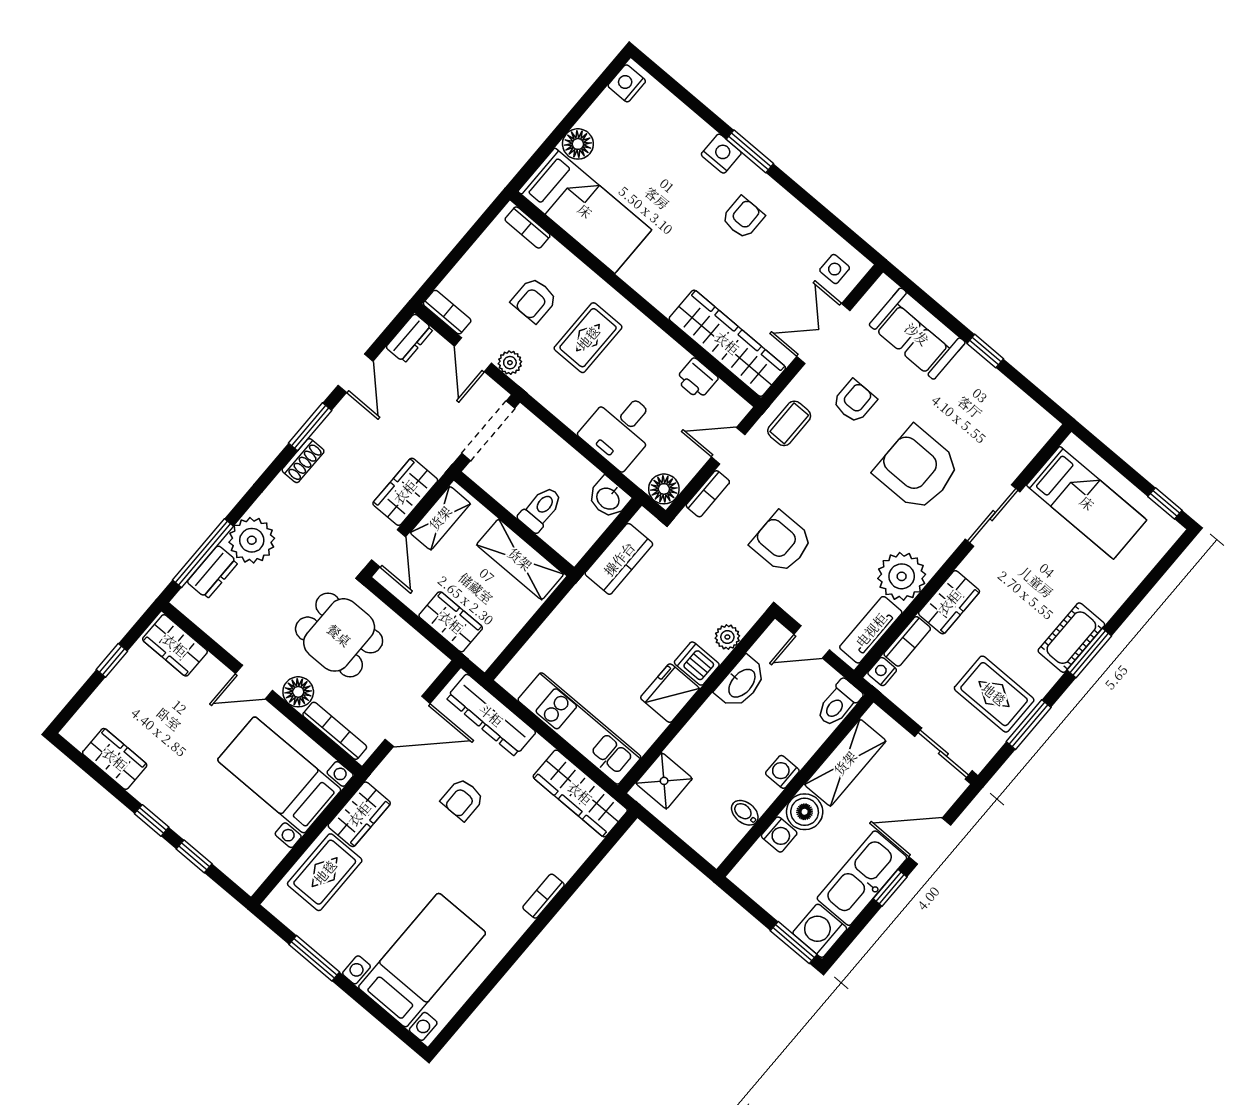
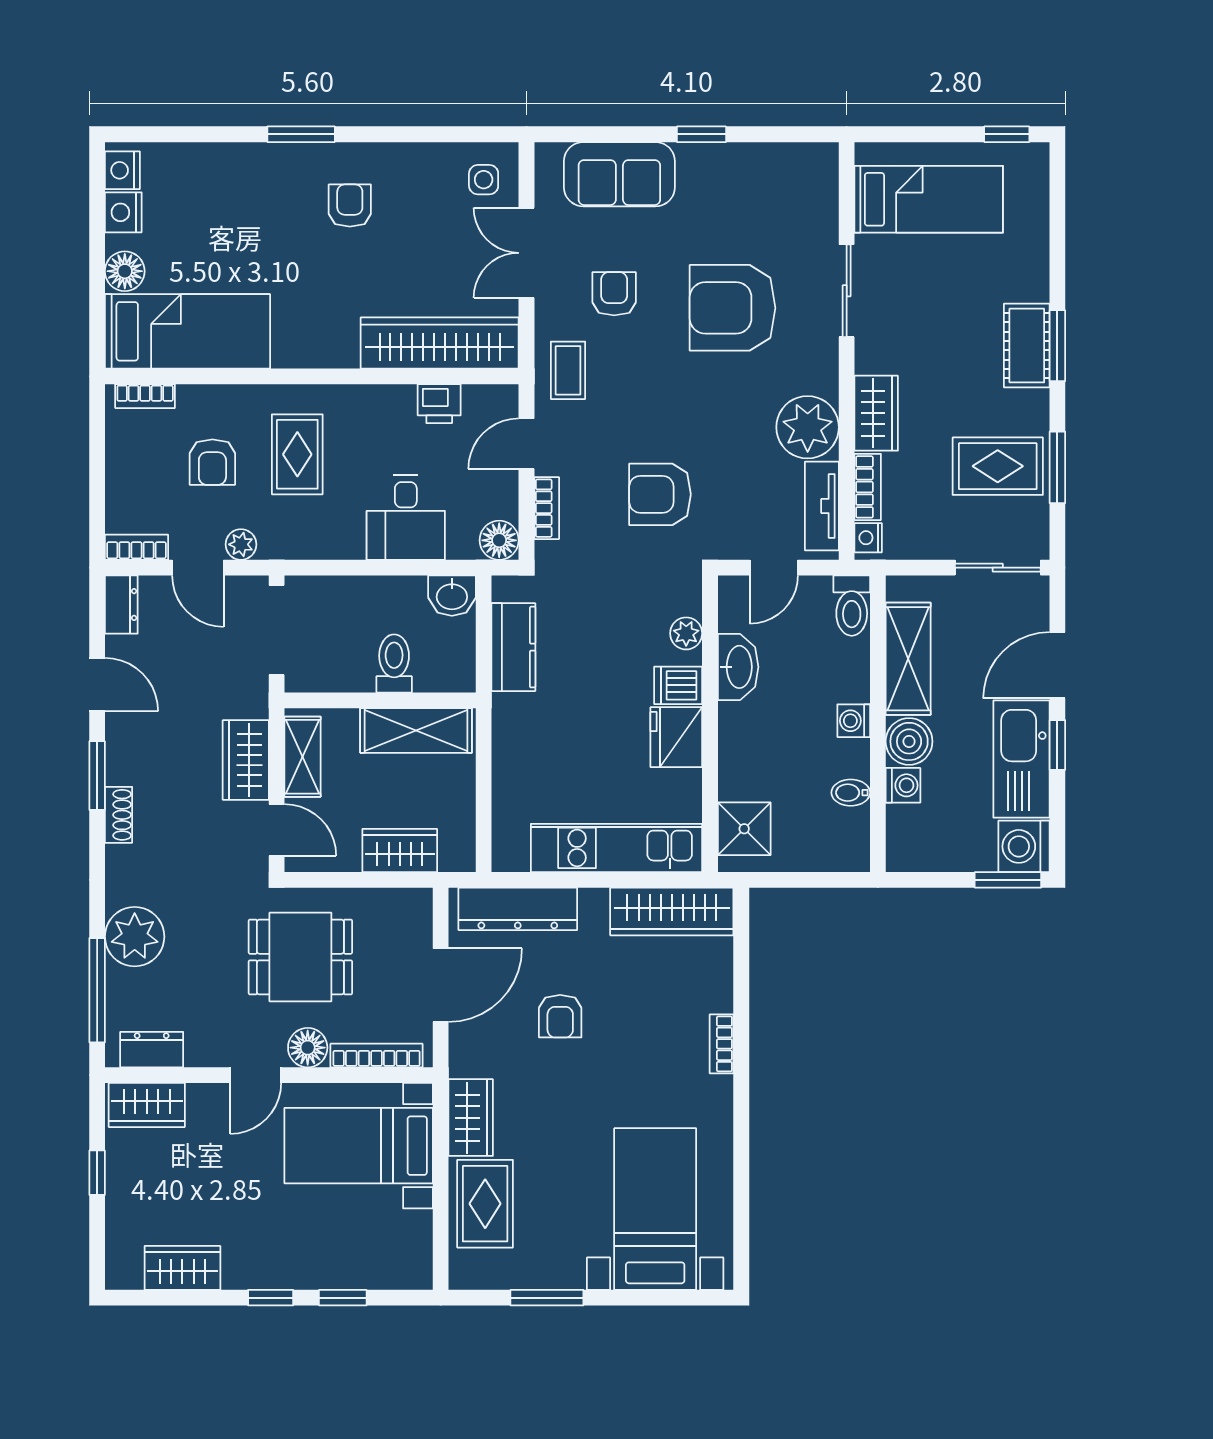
nightstand: (721, 154) -> (123, 212), moved, turned -90
dresser: (213, 572) -> (152, 1050), moved, turned -90

